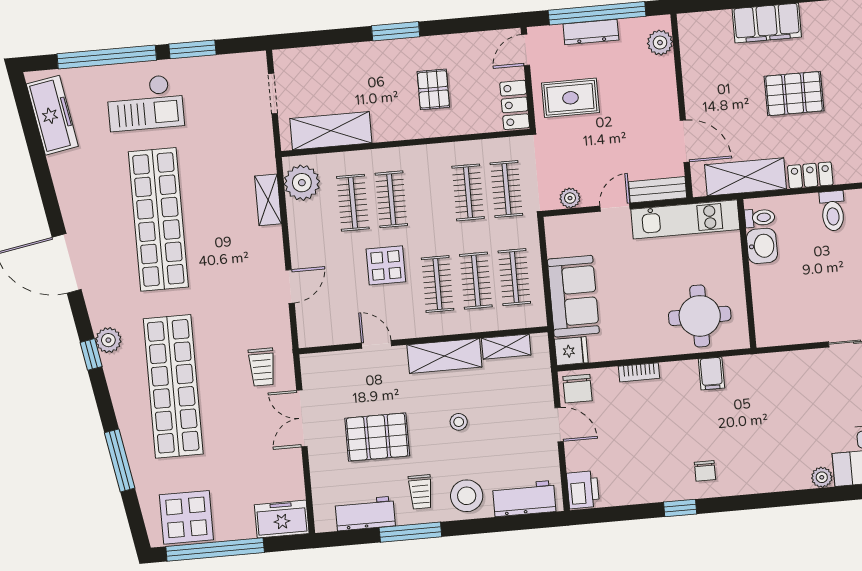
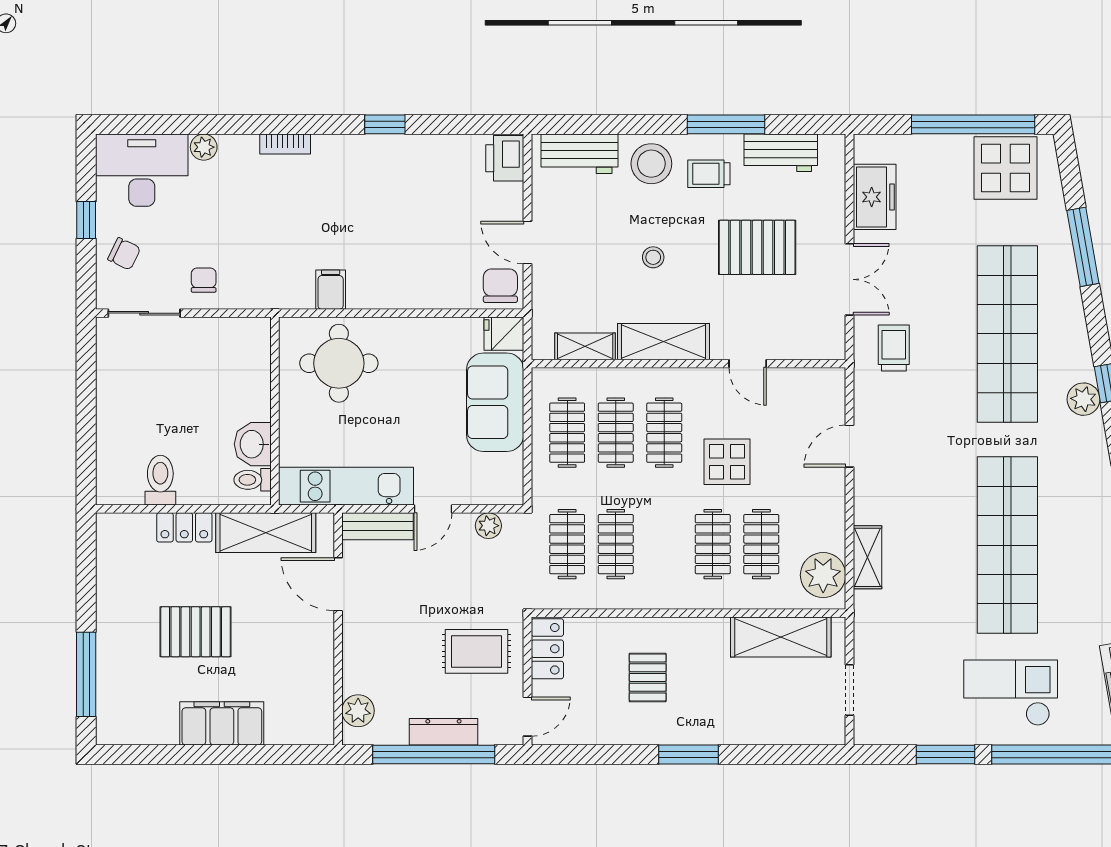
bookcase: (639, 372) -> (285, 144), moved, turned 180
chair: (705, 471) -> (204, 280), moved
trolley: (421, 492) -> (709, 174), turned -90
freezer: (282, 519) -> (875, 197), moved, turned -90

